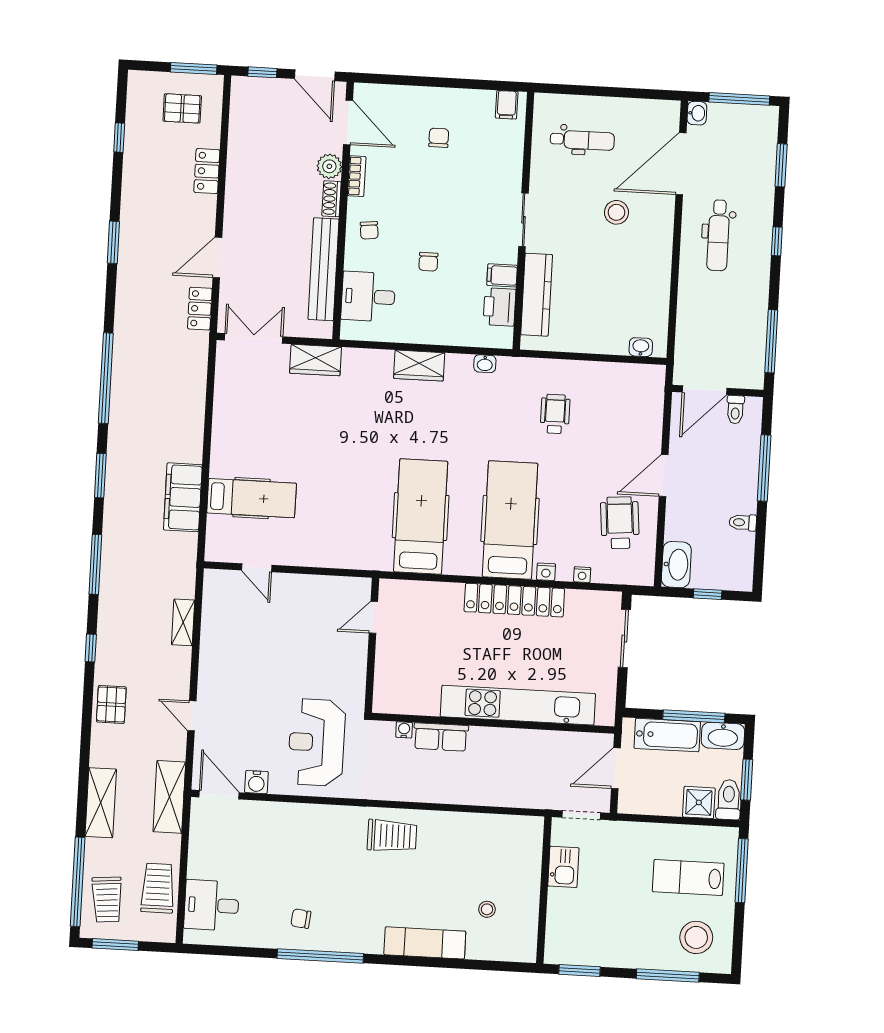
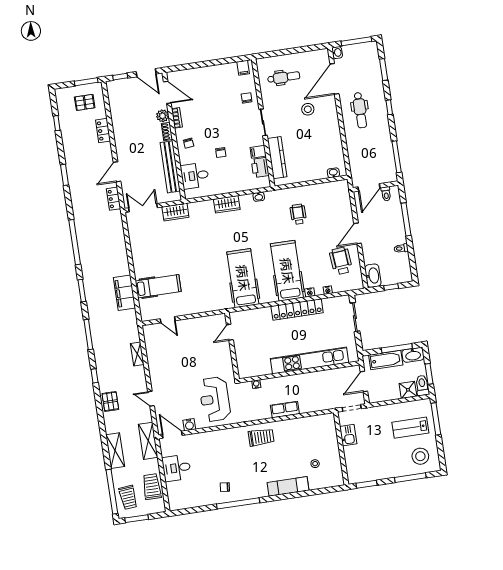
chair: (439, 138) -> (247, 98), moved
row of seats: (441, 737) -> (285, 410), moved, turned 180
desk: (212, 905) -> (177, 468), moved

